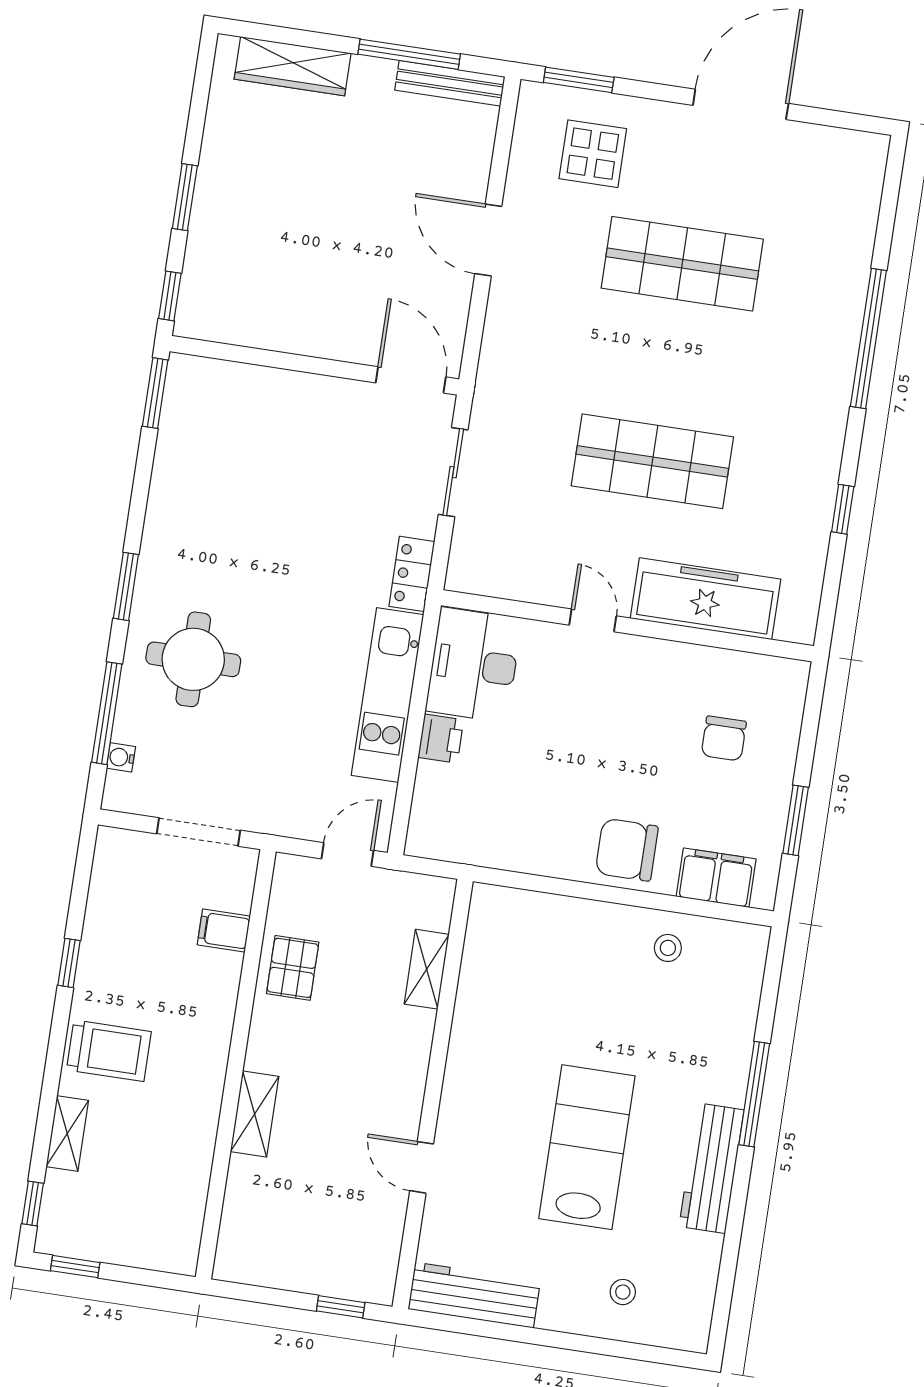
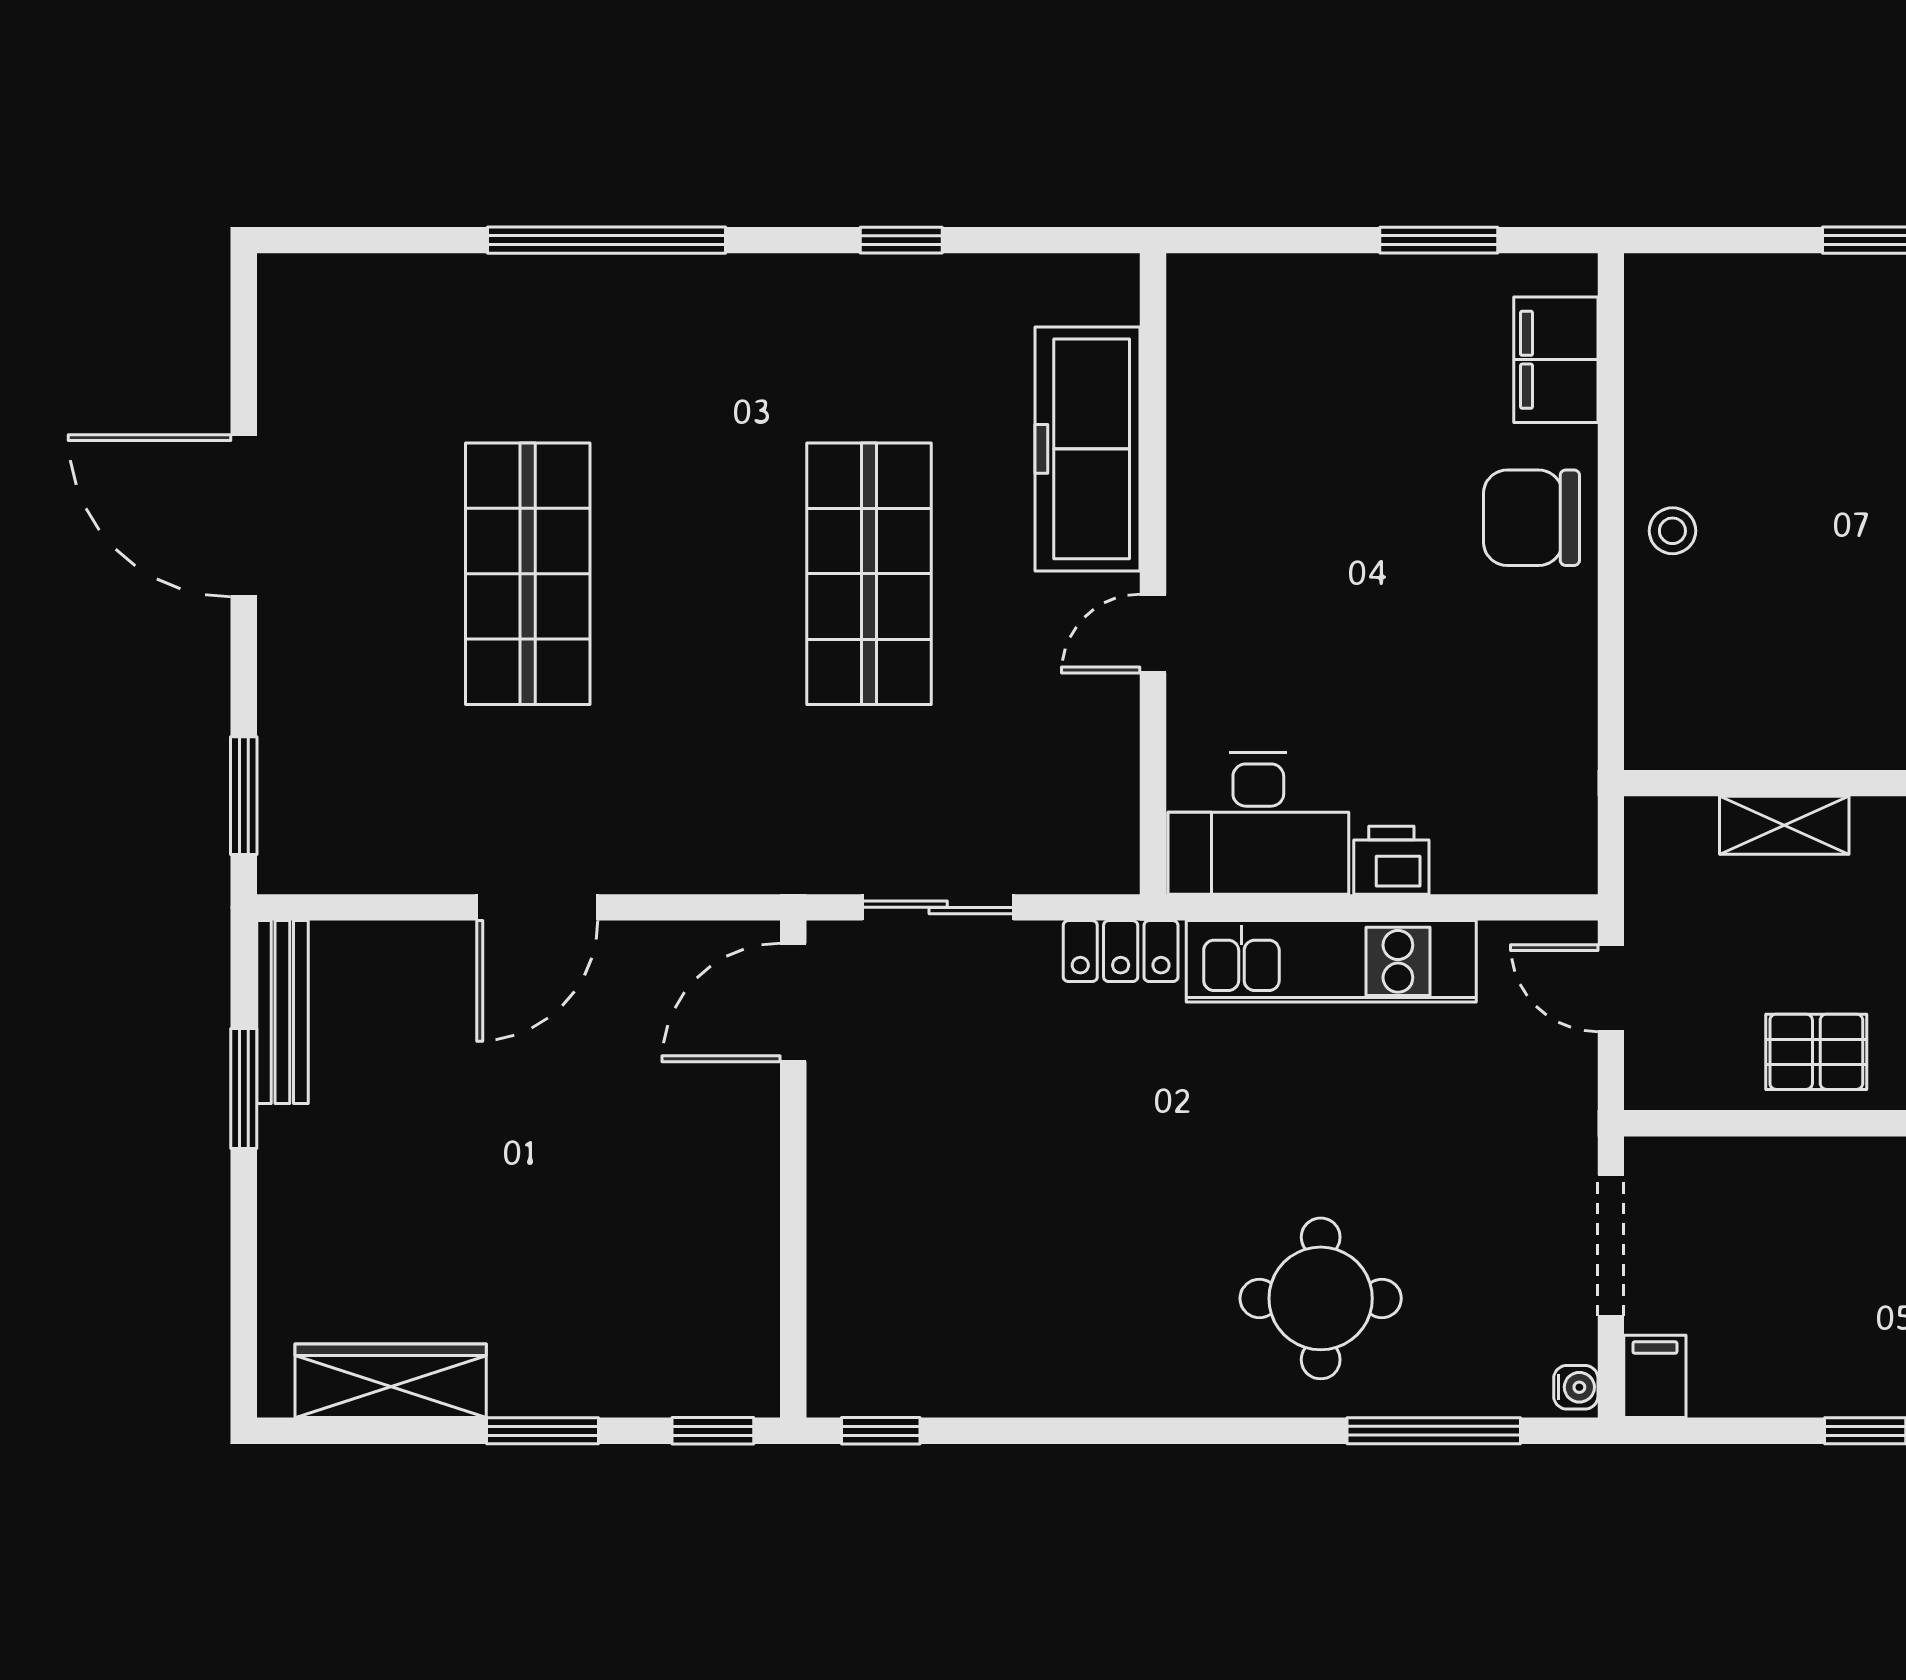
window: (409, 54) -> (244, 1088), width x0.69
wardrobe: (293, 66) -> (391, 1381), moved, turned -90
display table: (593, 154) -> (365, 753), removed
window: (155, 393) -> (881, 1431), width x0.67
window: (126, 586) -> (1215, 1431), removed
chair: (724, 738) -> (1319, 382), removed
water cooler: (121, 757) -> (1576, 1387), moved, turned -90
chair: (627, 850) -> (1532, 518), turned 90
filing cabinet: (224, 930) -> (1655, 1376), moved, turned 180
stool: (668, 948) -> (1672, 531), moved

